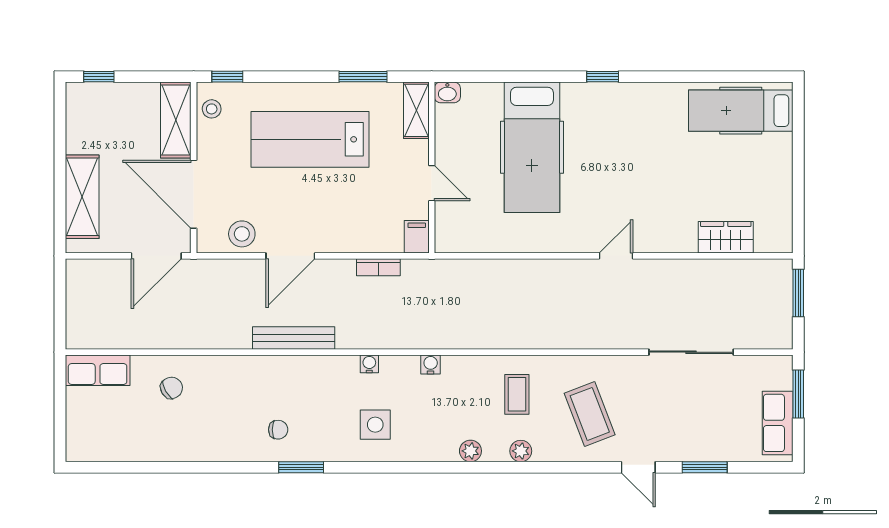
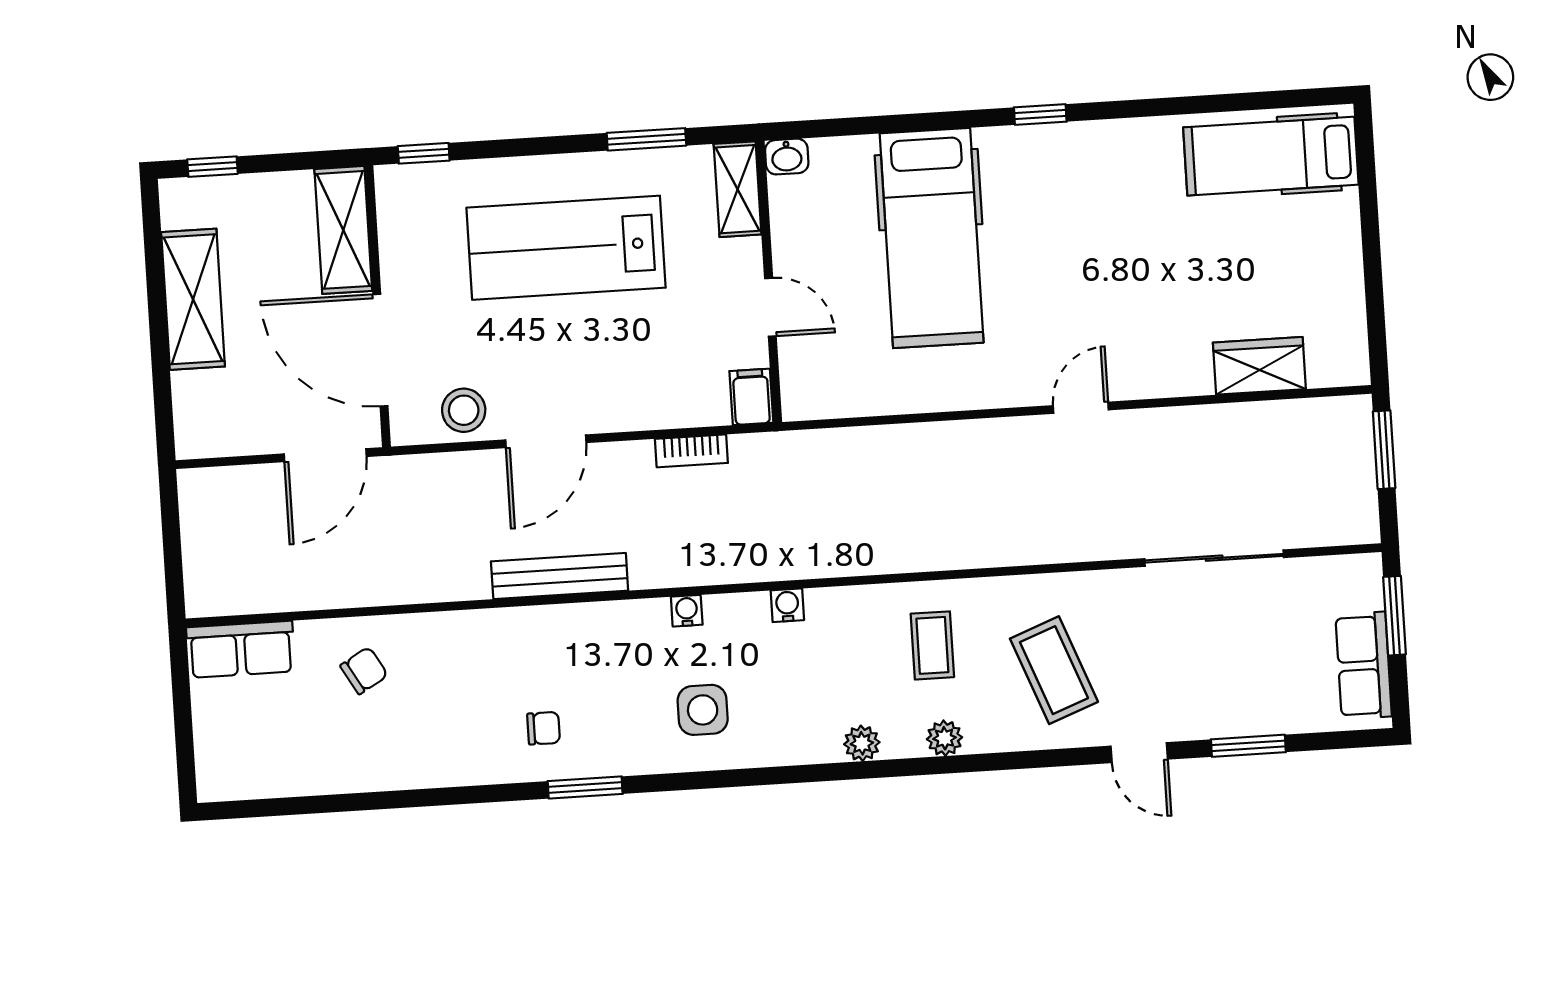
stool: (212, 109) -> (401, 208), removed
shelving: (82, 197) -> (193, 299), moved

